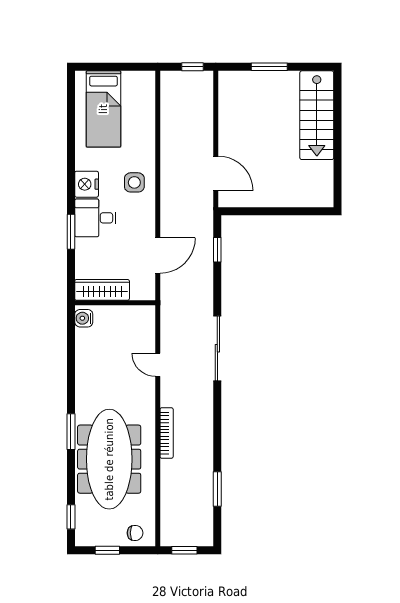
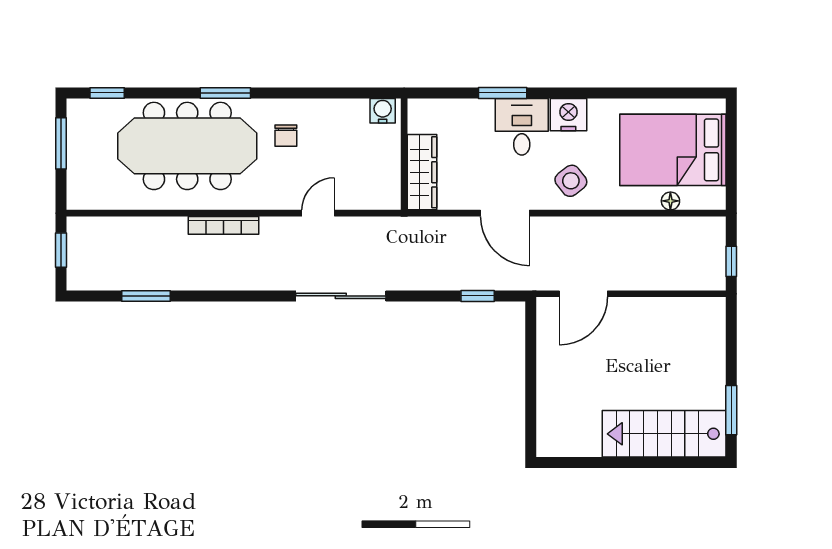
window: (269, 67) -> (731, 410), moved
bed: (103, 109) -> (673, 150), width x1.50
floor lamp: (149, 111) -> (670, 201), added
side table: (134, 182) -> (571, 181), turned -38
door: (158, 255) -> (505, 213), moved
wardrobe: (102, 290) -> (422, 172), moved
chair: (135, 533) -> (286, 136), moved
window: (107, 550) -> (61, 143), width x1.50

